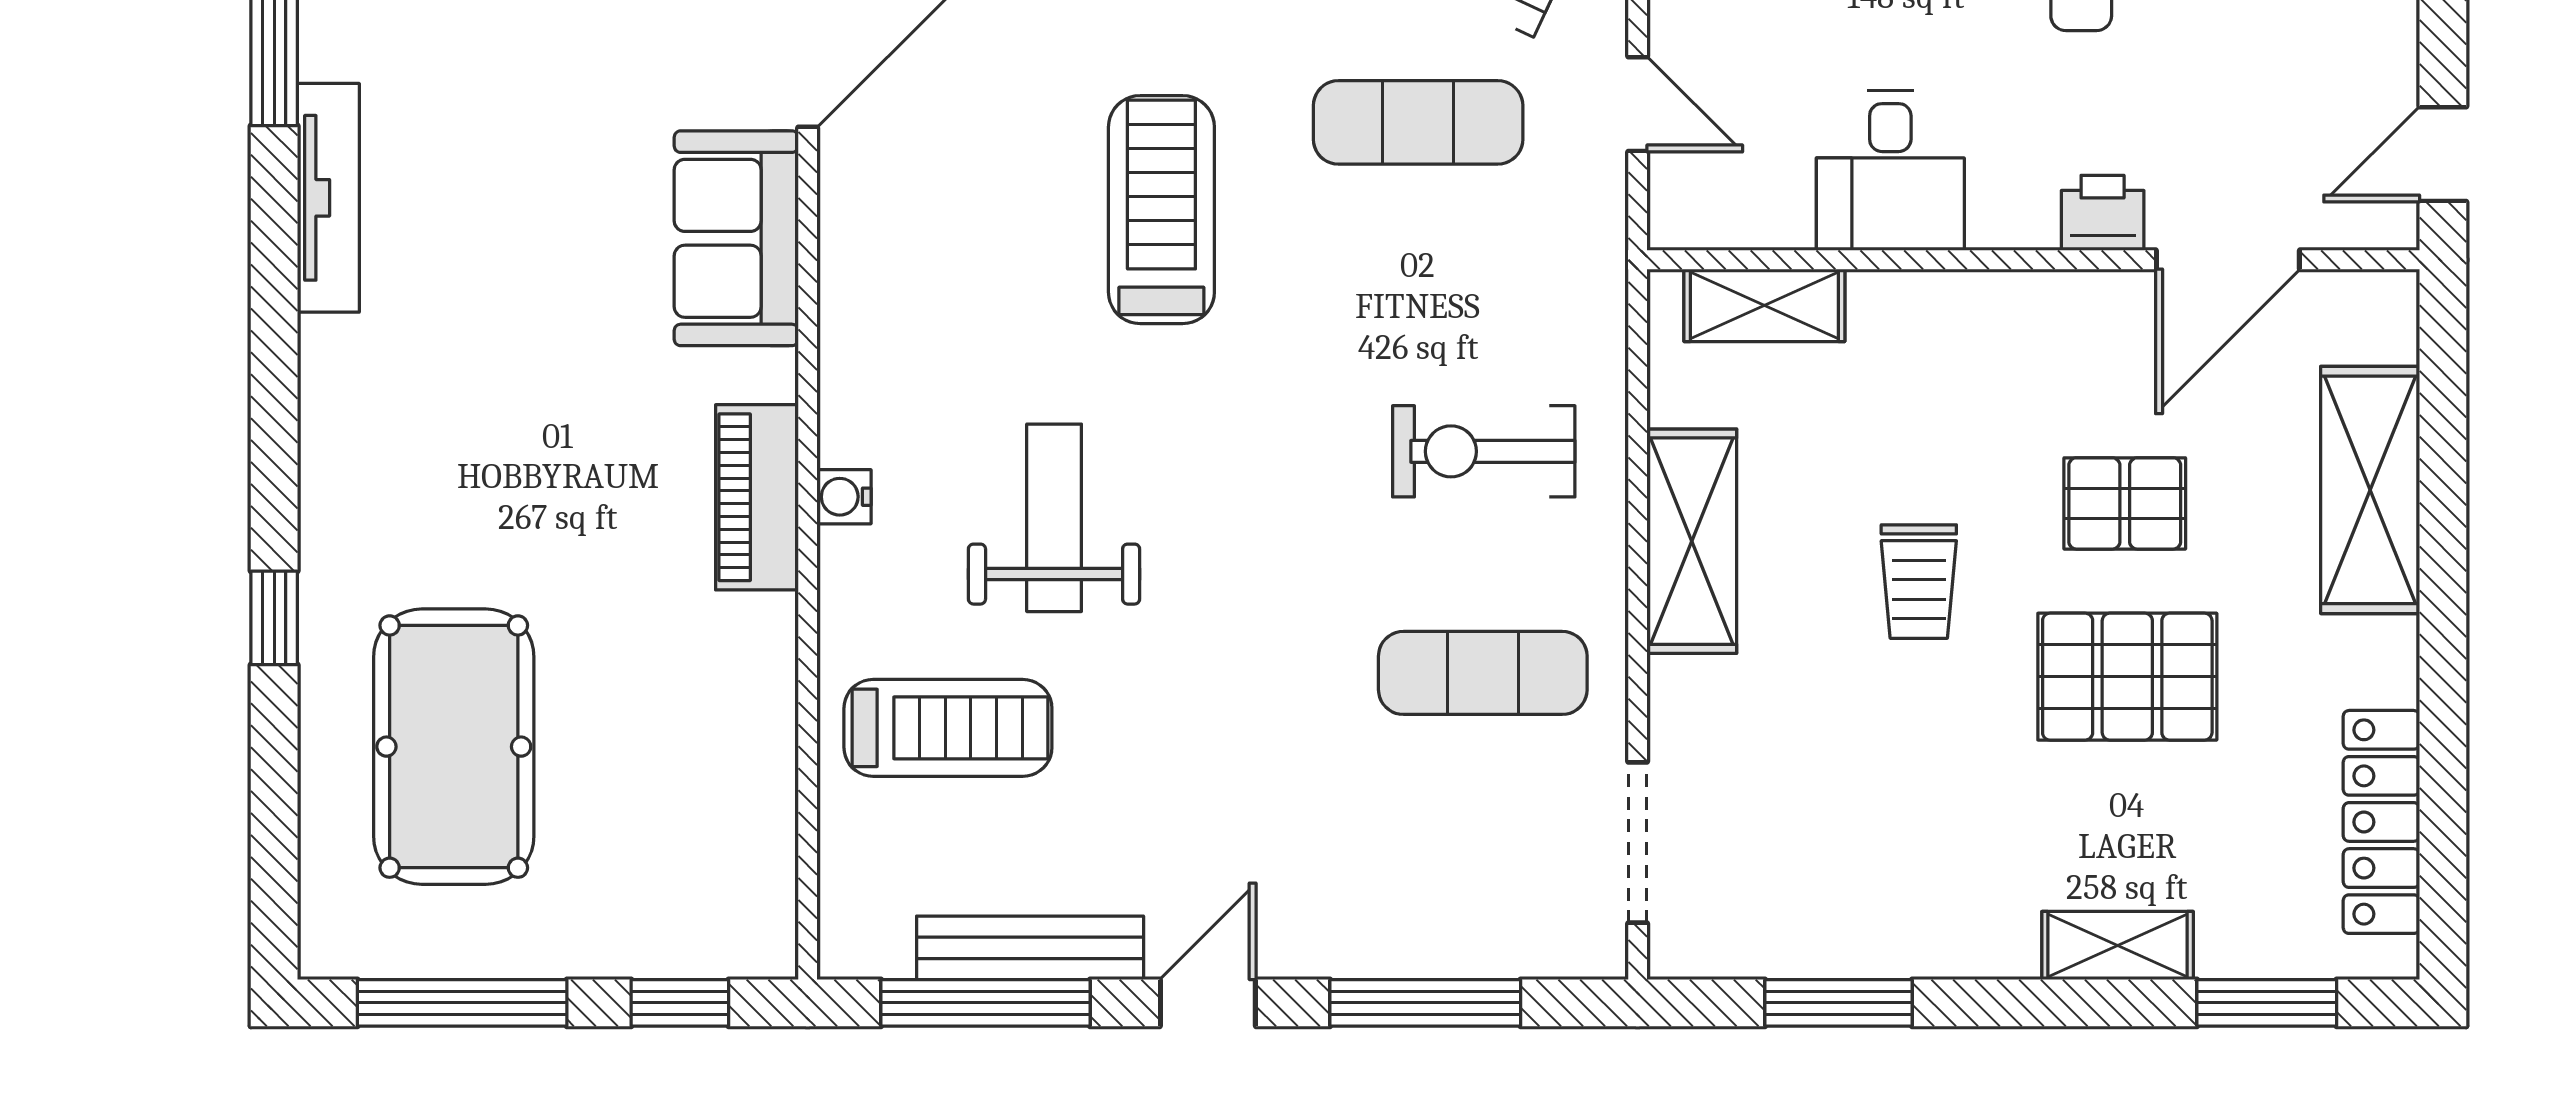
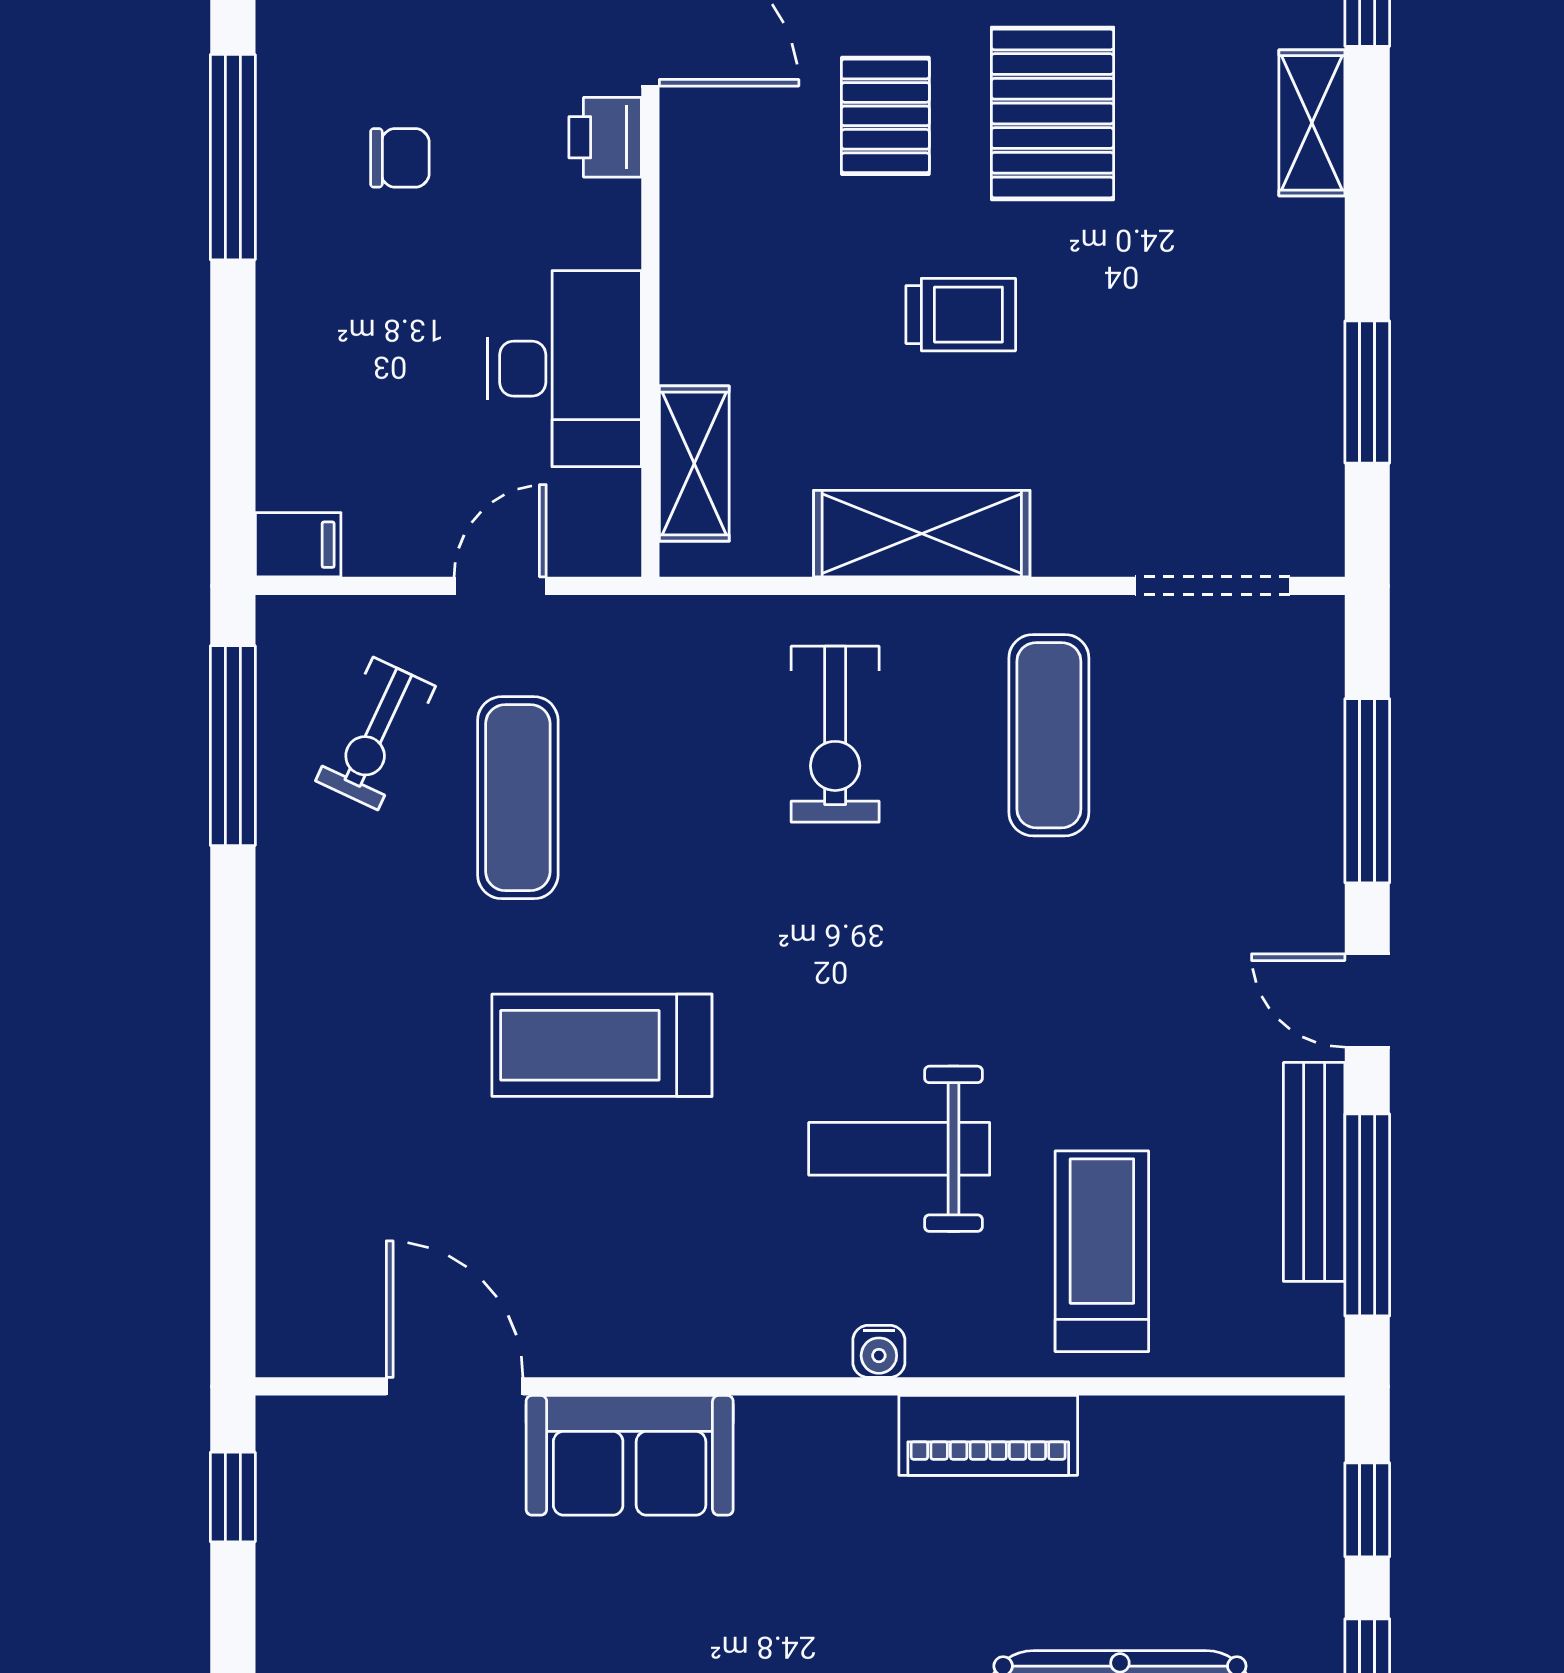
desk: (1890, 171) -> (564, 369), width x1.37
piano: (757, 497) -> (988, 1435), moved

